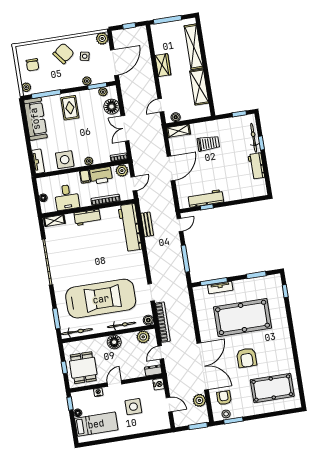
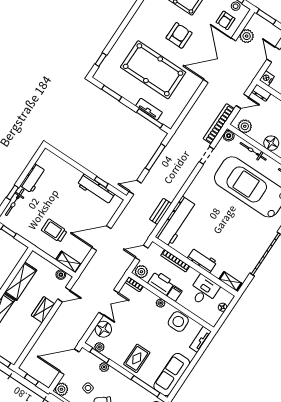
wardrobe: (163, 65) -> (43, 310), moved

